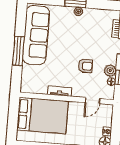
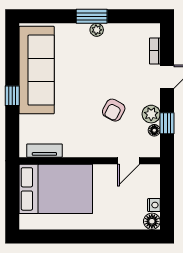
window: (18, 51) -> (12, 96), width x0.46
armchair: (85, 66) -> (114, 110), turned 118
tv unit: (60, 91) -> (44, 151), moved

